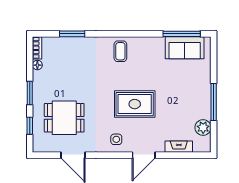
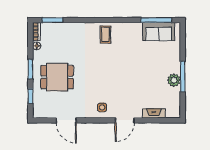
window: (72, 34) -> (52, 20), moved
rug: (135, 104) -> (117, 78), removed
dining table: (64, 118) -> (57, 77), moved
plant: (203, 128) -> (174, 80), moved

